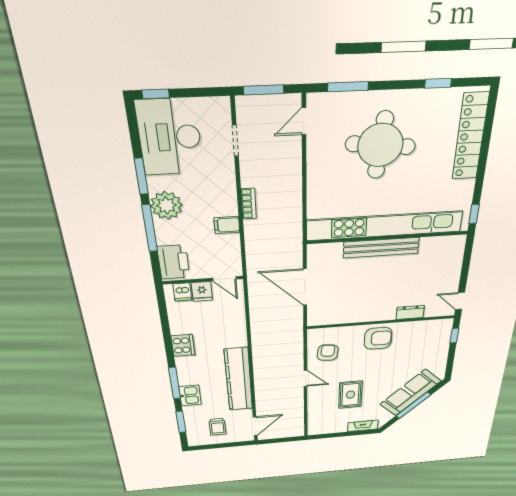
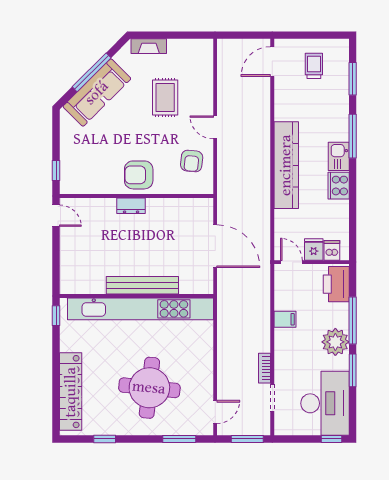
bookcase: (249, 204) -> (264, 368), moved
dresser: (410, 312) -> (131, 206), moved
kitchen counter: (239, 380) -> (286, 165), moved
kitchen sink: (190, 395) -> (339, 156), moved

